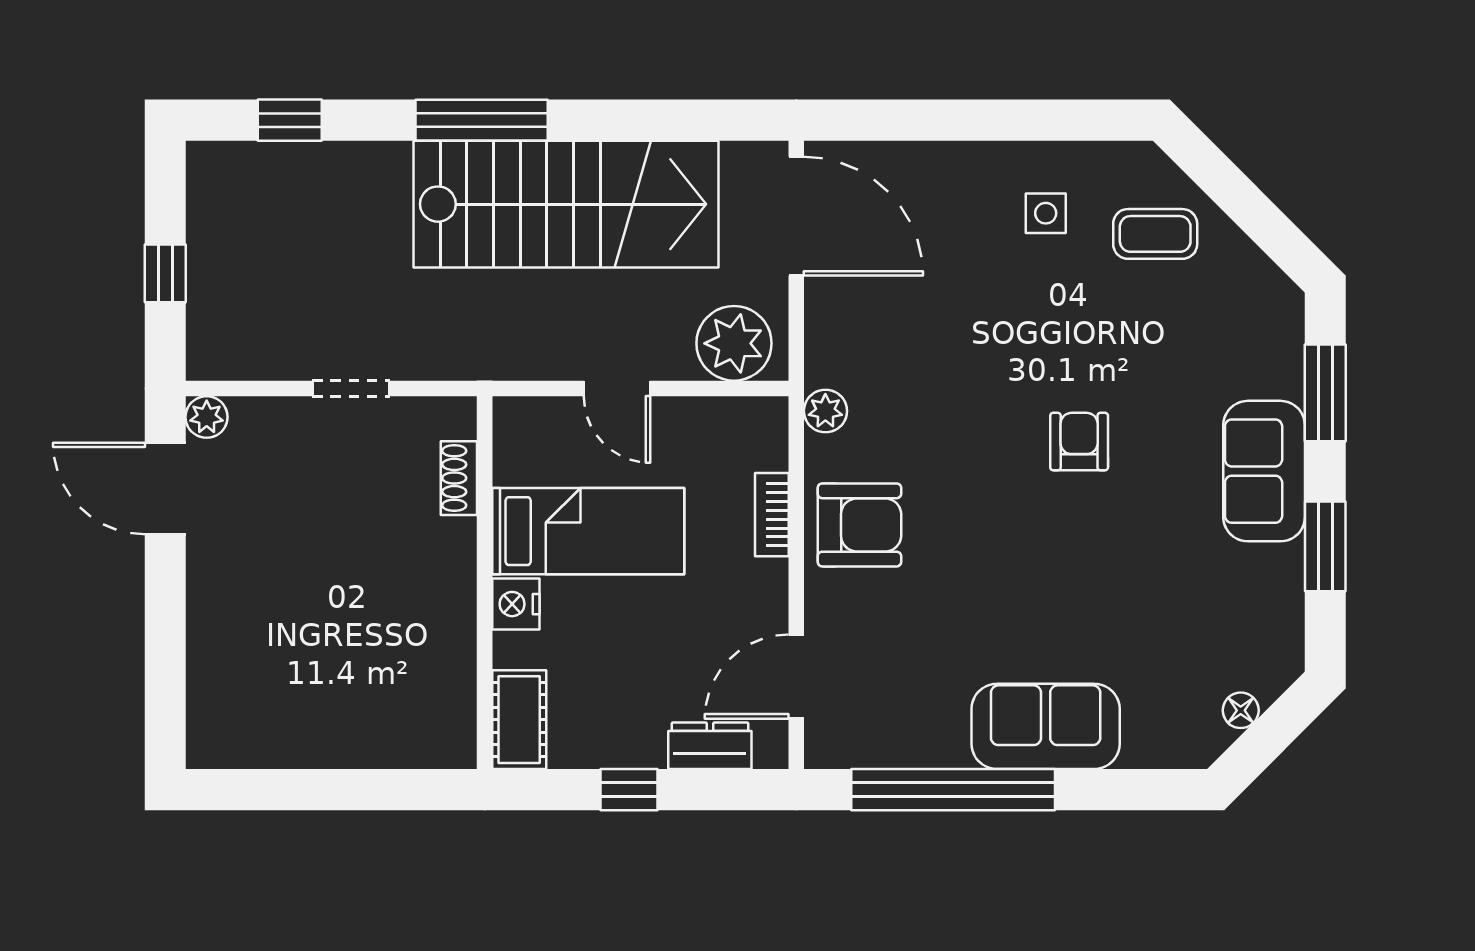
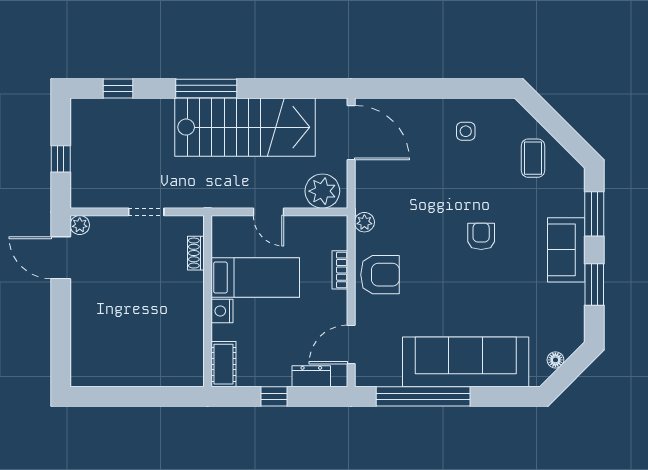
coffee table: (1155, 234) -> (533, 158), moved, turned 90
sofa: (1046, 726) -> (466, 362), width x1.85, depth x1.27

